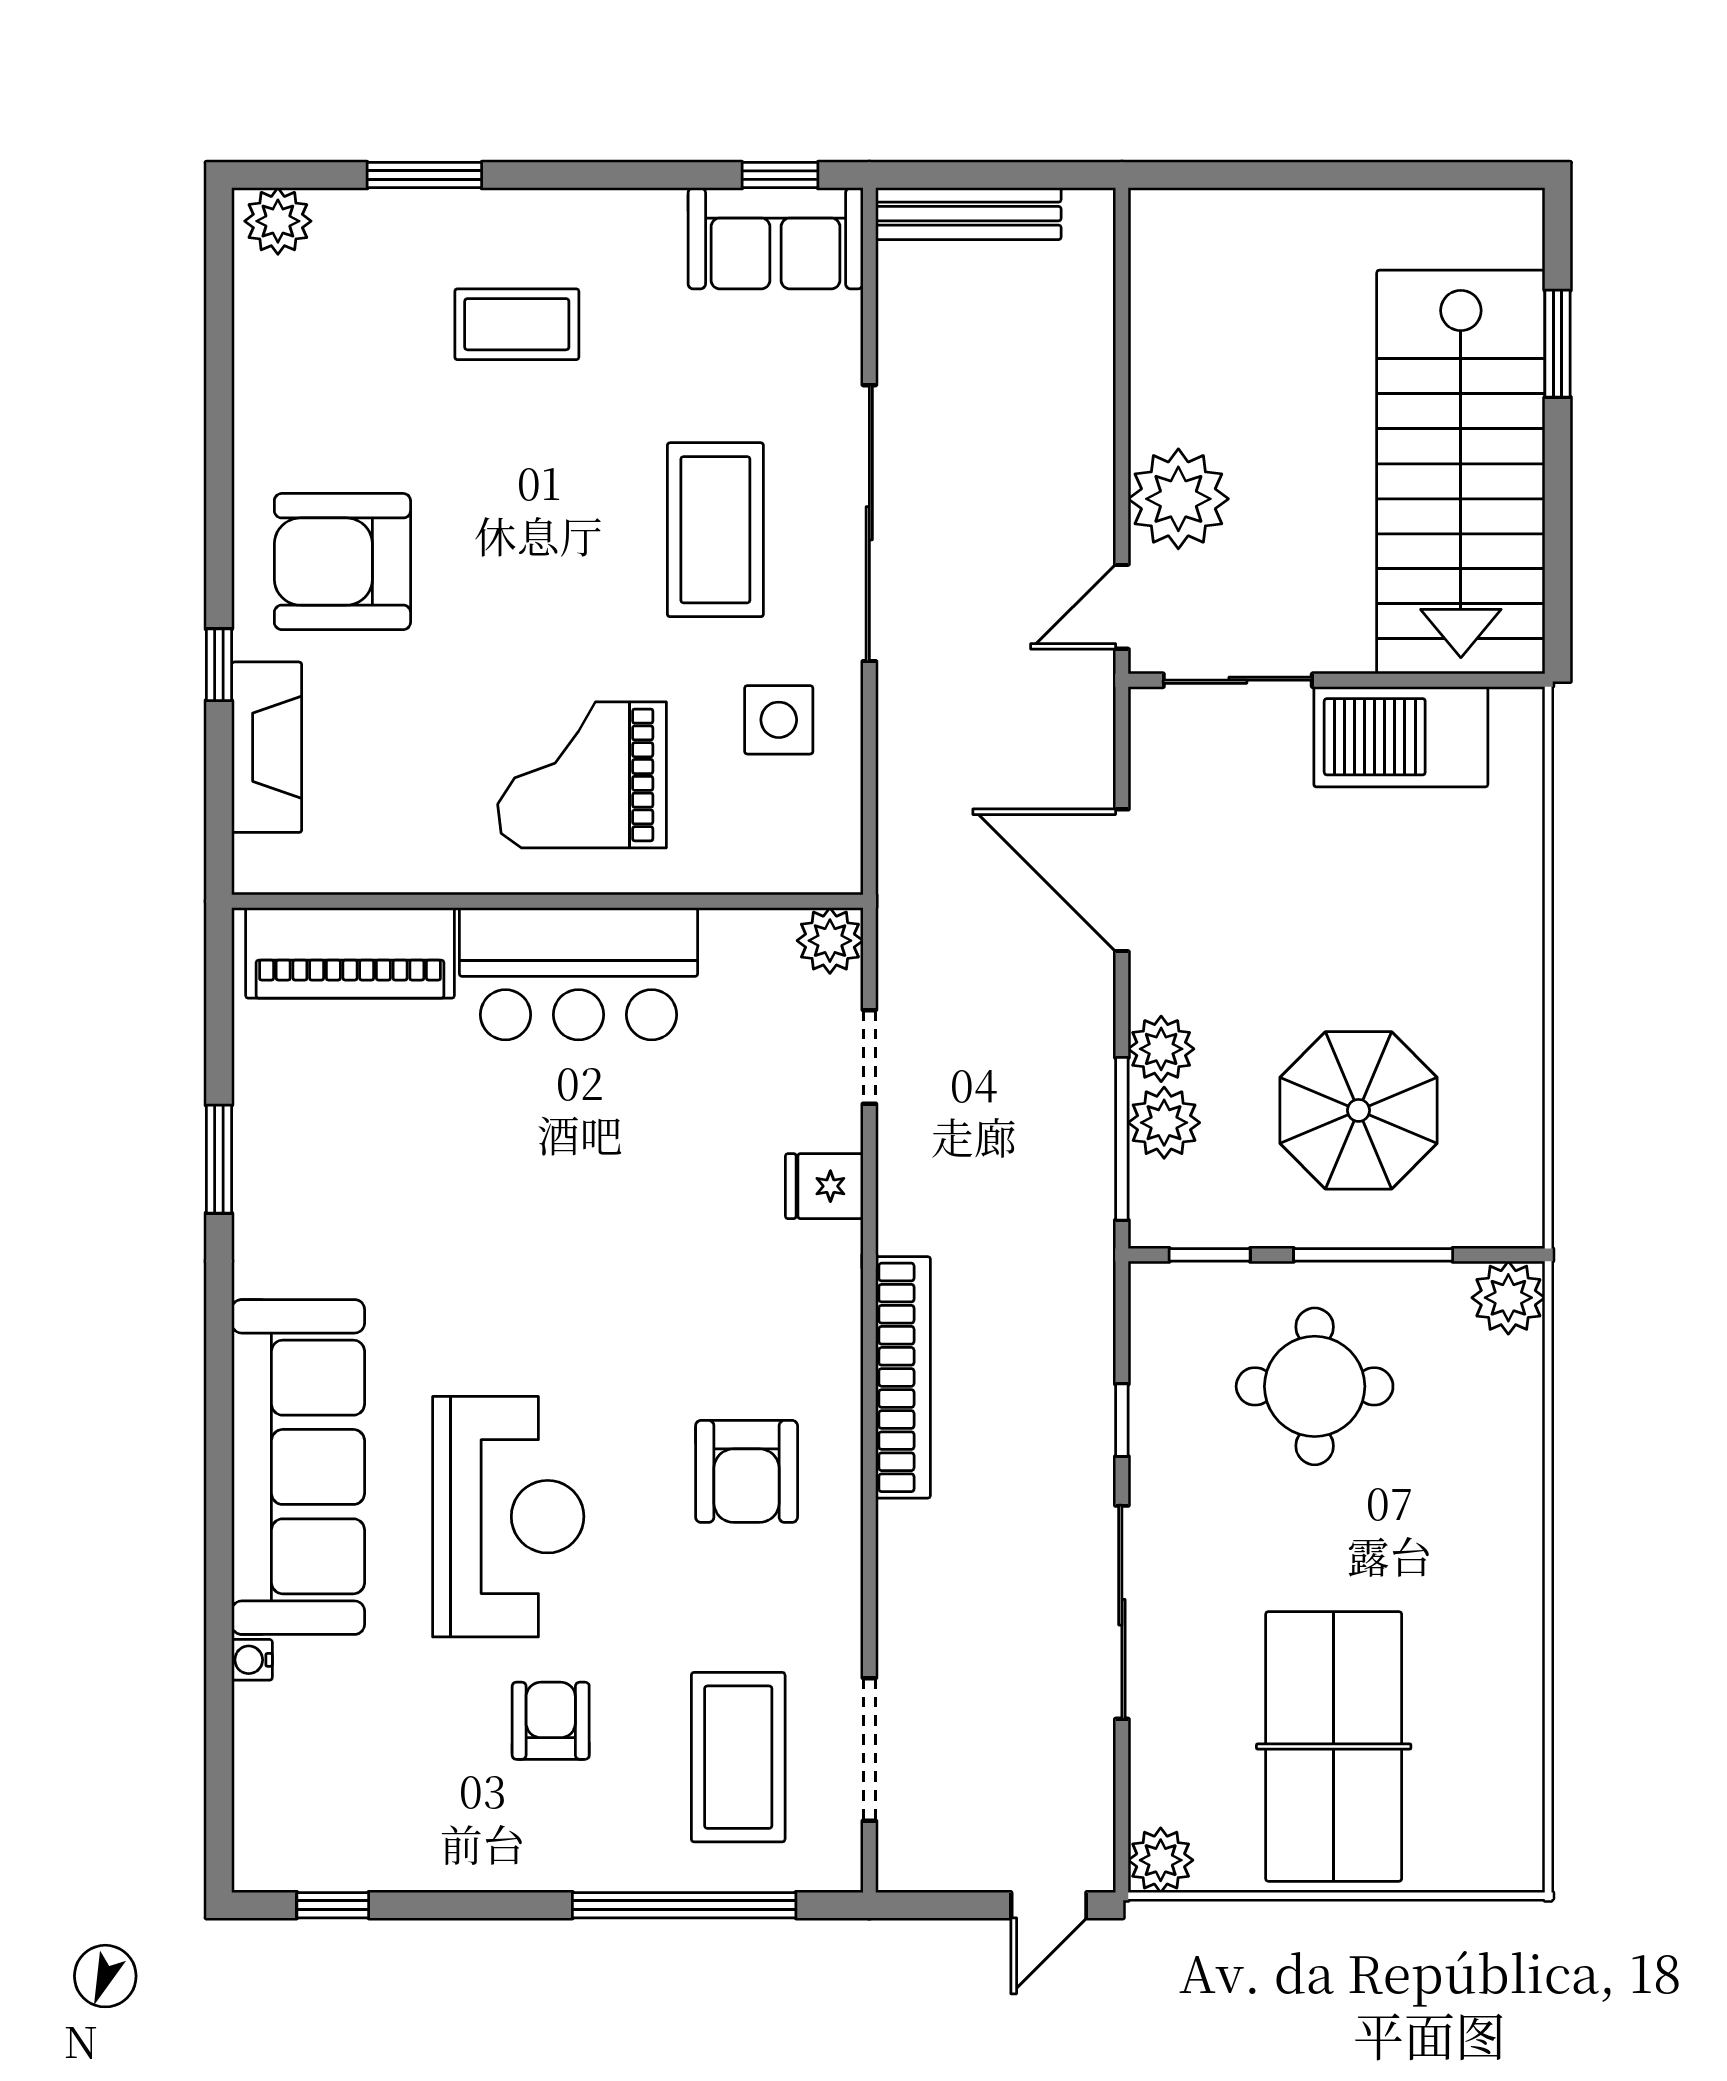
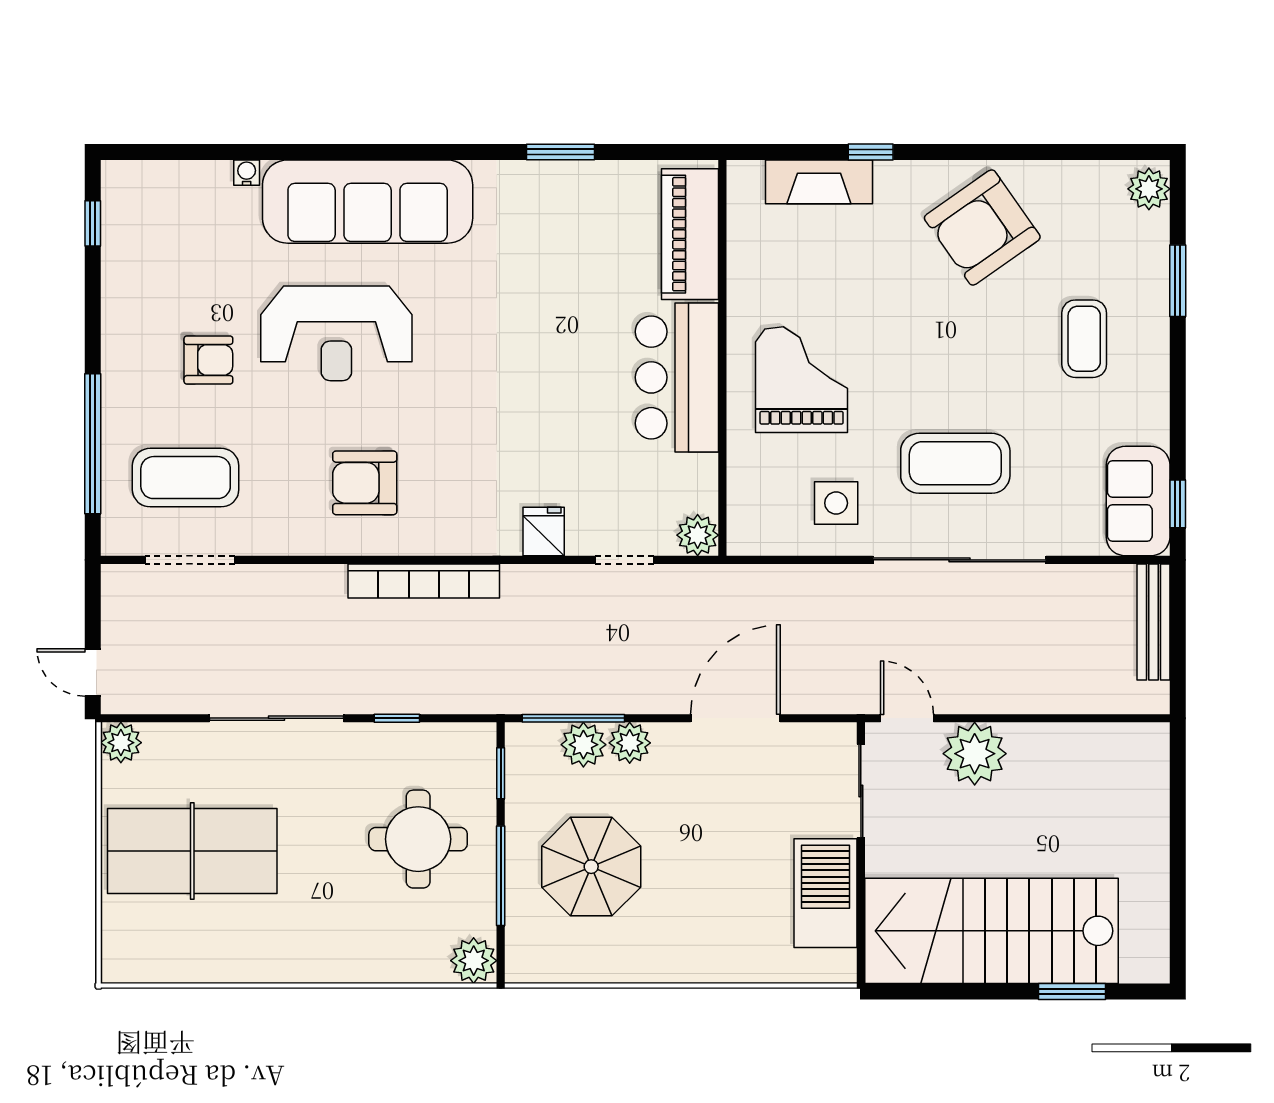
armchair: (342, 562) -> (982, 227), moved, turned -125

